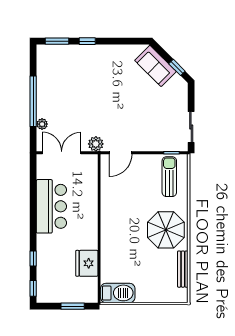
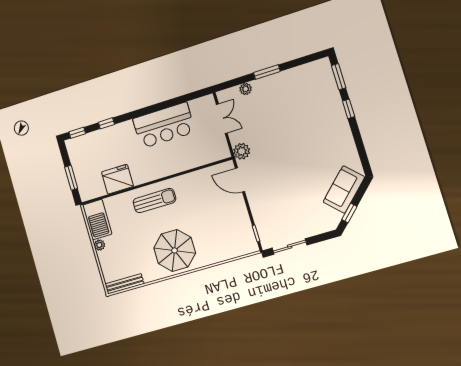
window: (33, 101) -> (267, 72), width x0.47
double door: (62, 153) -> (222, 119), width x0.73
sun lounger: (169, 177) -> (154, 201), moved
bench: (183, 269) -> (124, 284), moved
plant: (141, 298) -> (99, 245), added

